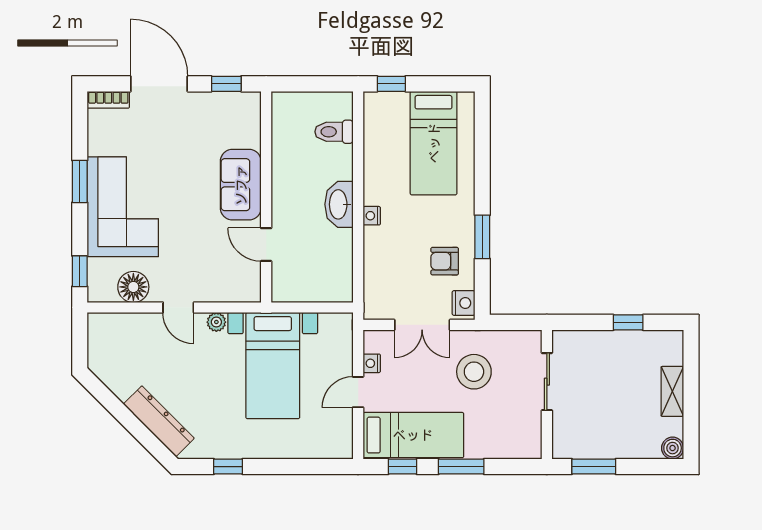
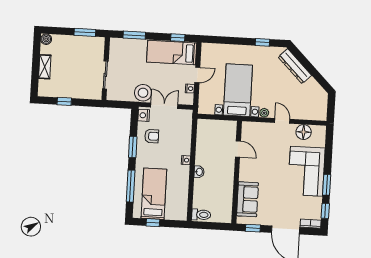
window: (391, 84) -> (153, 223), moved
toilet: (334, 132) -> (201, 215), moved
window: (482, 156) -> (131, 186), added
sofa: (241, 185) -> (247, 199), moved
washbasin: (339, 204) -> (199, 172), width x0.52, depth x0.69
window: (80, 271) -> (325, 211), moved
stool: (474, 372) -> (143, 93), moved
window: (461, 467) -> (134, 35), moved

